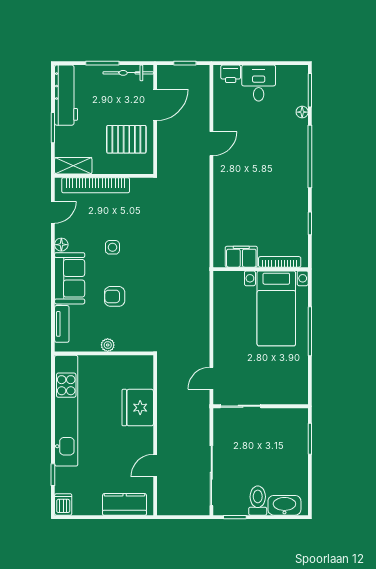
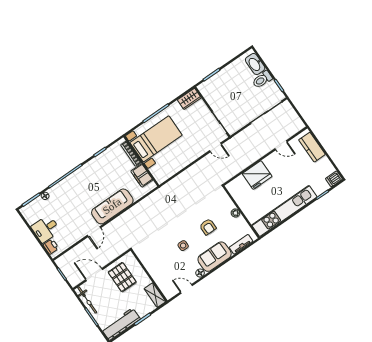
door: (211, 144) -> (94, 232), swing flipped
bookcase: (96, 185) -> (157, 277), removed
sofa: (227, 190) -> (112, 206), added
wardrobe: (298, 388) -> (189, 99), added

